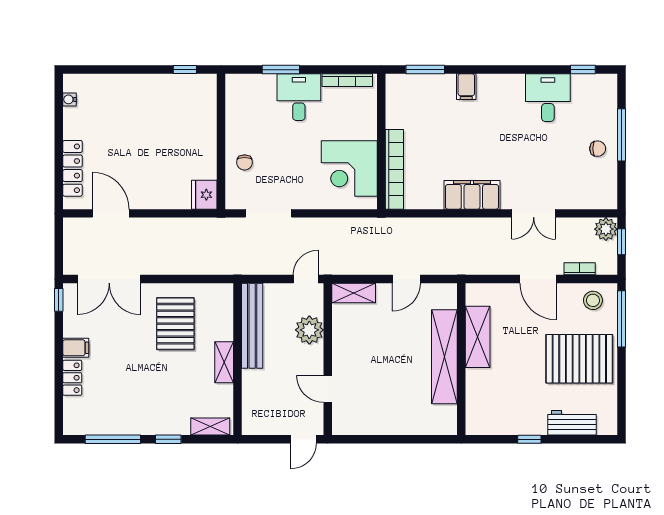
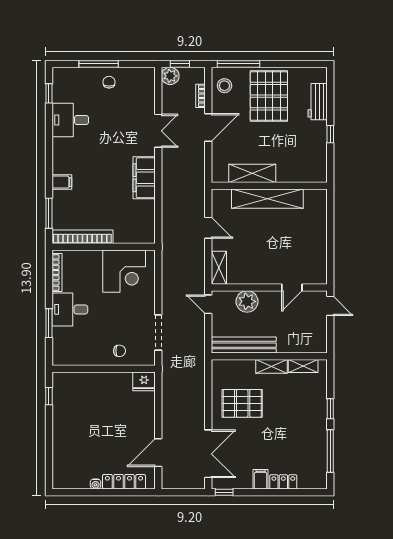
water cooler: (69, 99) -> (96, 484), moved
bookcase: (394, 169) -> (82, 237), moved
shelving: (210, 427) -> (303, 366), moved, turned 90

